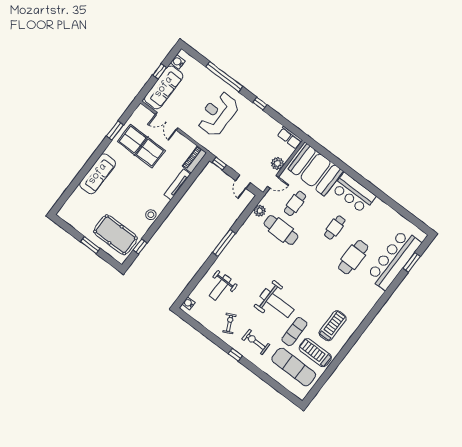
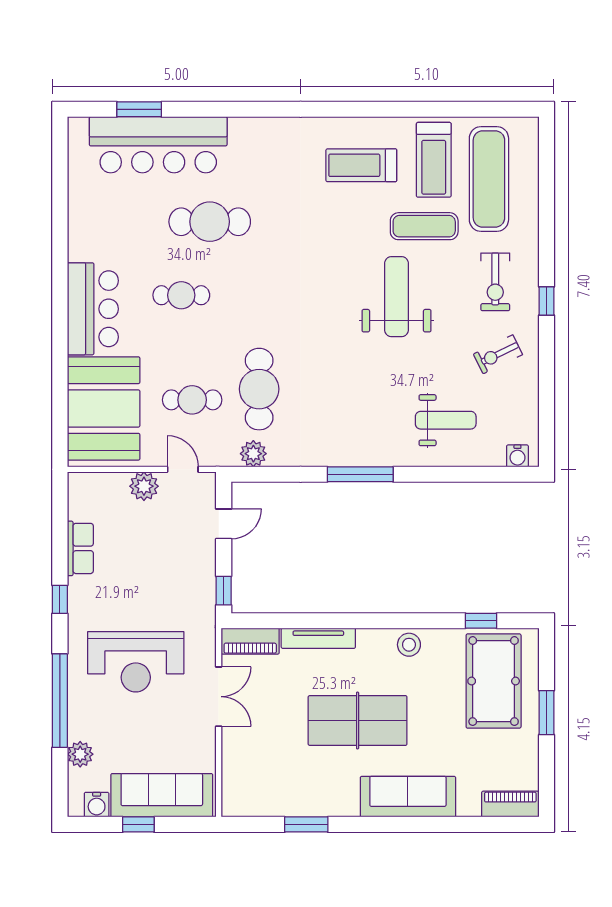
plant: (200, 70) -> (80, 754), added
double door: (167, 121) -> (219, 697), moved
row of seats: (290, 138) -> (80, 548), moved
table tennis table: (141, 146) -> (358, 720), moved, turned 90
piano: (68, 208) -> (510, 804), added

